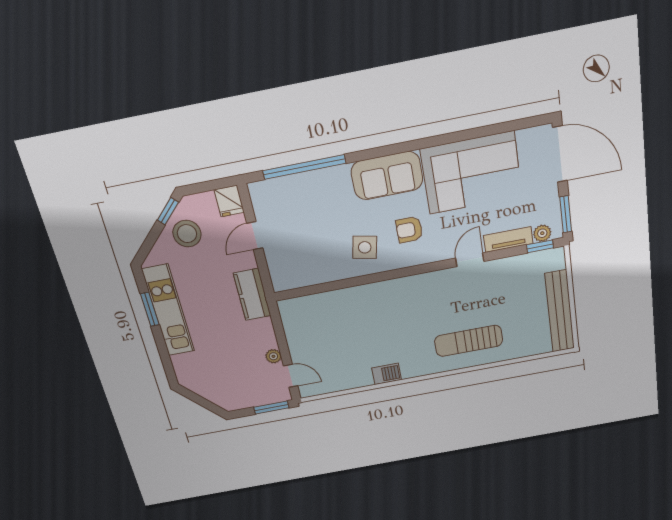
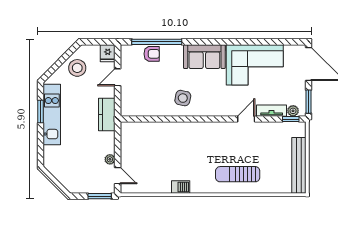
window: (168, 211) -> (70, 52), removed
armchair: (409, 230) -> (152, 54), moved, turned 180

